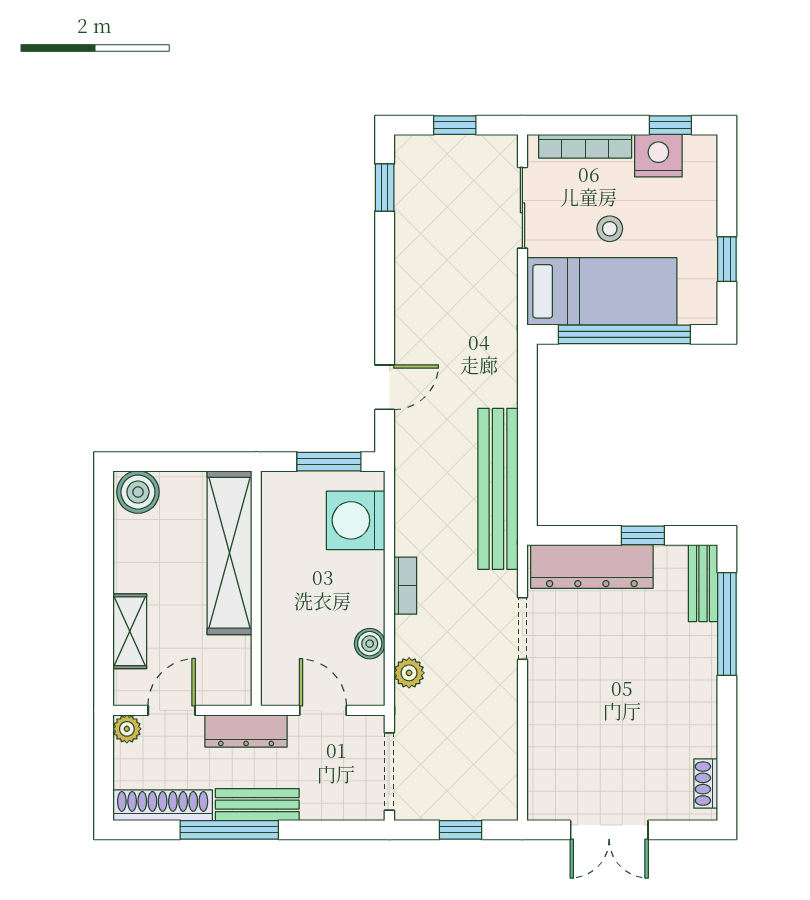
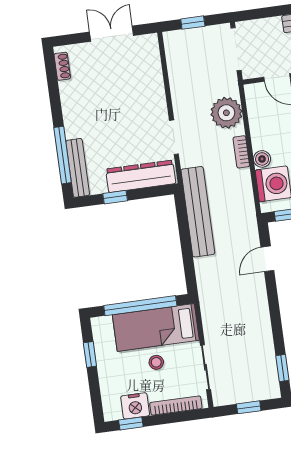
bench: (703, 583) -> (78, 168), width x1.36
boiler: (370, 644) -> (262, 159), moved
plant: (409, 673) -> (226, 113), width x1.88, depth x1.88

